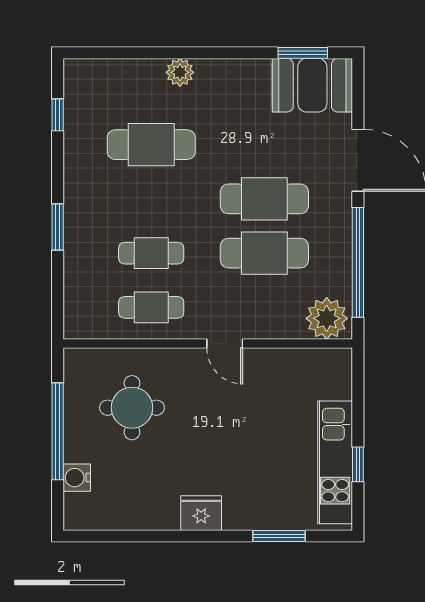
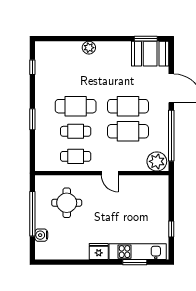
cafe table: (151, 145) -> (76, 106), moved
kitchen unit: (335, 462) -> (138, 252), moved, turned 90

